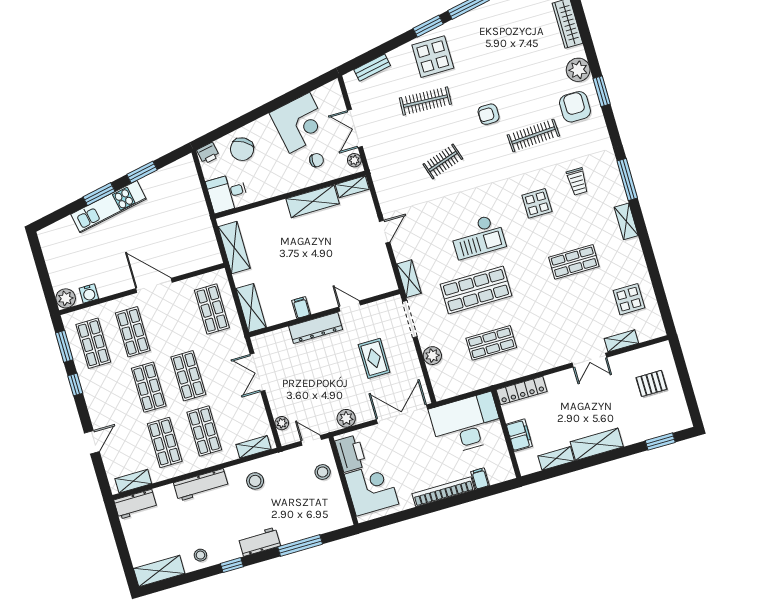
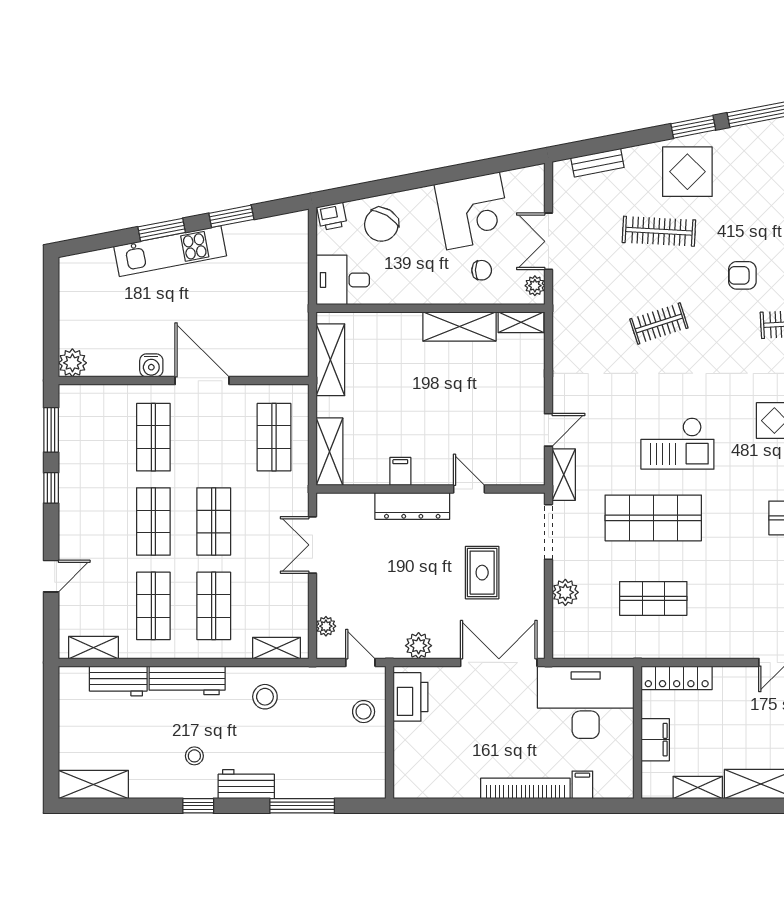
door: (385, 232) -> (548, 430), moved
water cooler: (89, 293) -> (151, 365), moved
shop shelf: (93, 343) -> (93, 437), removed
corner desk: (371, 489) -> (425, 755), removed
workbench: (135, 504) -> (118, 681), moved
stool: (200, 555) -> (194, 756), moved

